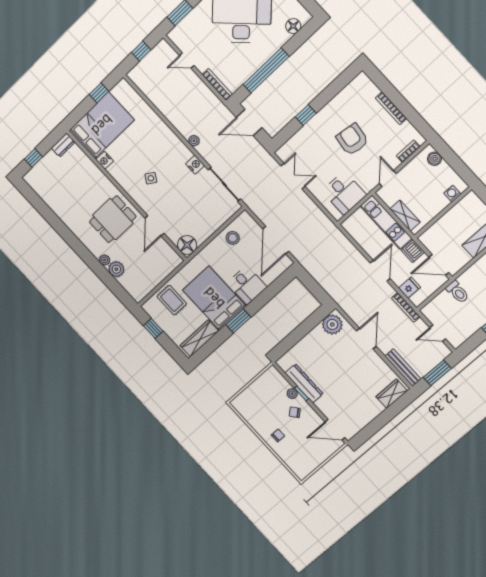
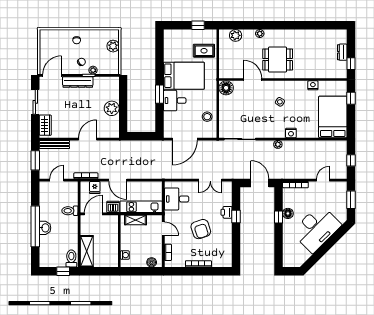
floor lamp: (293, 26) -> (288, 213), moved
window: (266, 71) -> (279, 217), width x0.32
window: (99, 93) -> (351, 98), moved
door: (249, 123) -> (260, 183), hinge flipped
bed: (102, 125) -> (333, 117), moved, turned 180
printer: (311, 129) -> (226, 212), added
armchair: (352, 139) -> (201, 229), turned 64
dresser: (63, 145) -> (342, 52), moved
window: (33, 158) -> (351, 64), moved
nightstand: (195, 165) -> (291, 133), moved
dining table: (113, 219) -> (278, 60), turned 90
door: (276, 240) -> (185, 139), swing flipped
plant: (116, 269) -> (236, 35), moved
window: (238, 321) -> (159, 94), moved
plant: (332, 324) -> (112, 108), moved
wardrobe: (199, 338) -> (169, 46), removed
door: (366, 339) -> (88, 139), swing flipped
dresser: (304, 383) -> (78, 82), moved
plant: (250, 394) -> (113, 46), added
sliding door: (377, 424) -> (35, 102), added

